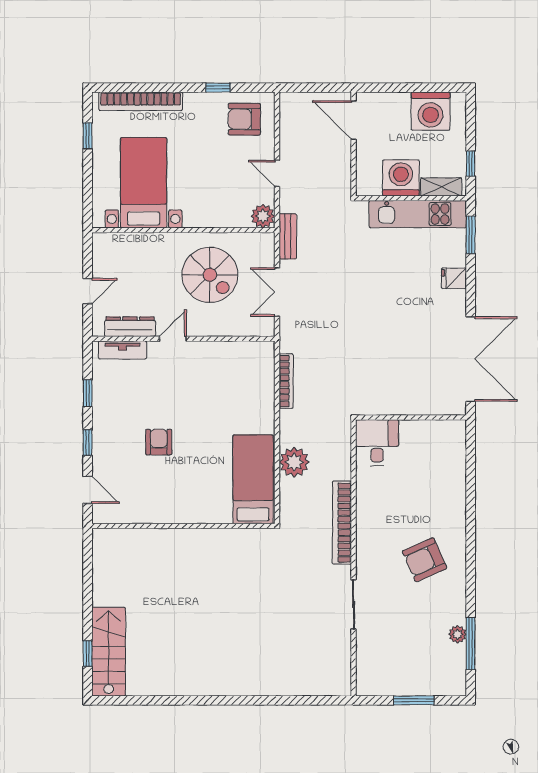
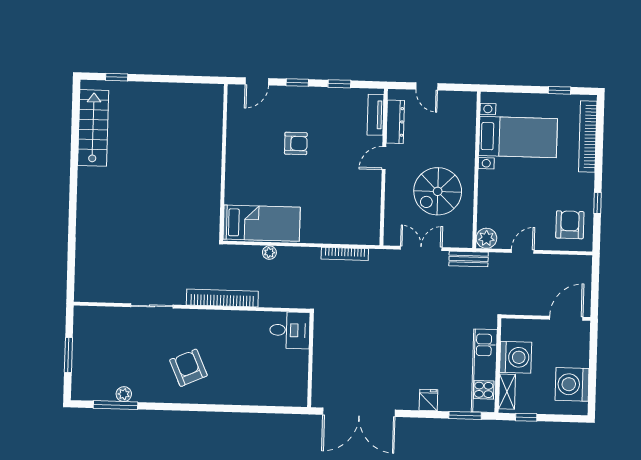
door: (173, 339) -> (384, 158), swing flipped
plant: (294, 462) -> (269, 253), width x0.53, depth x0.53
stairs: (109, 652) -> (93, 128), moved, turned -90

